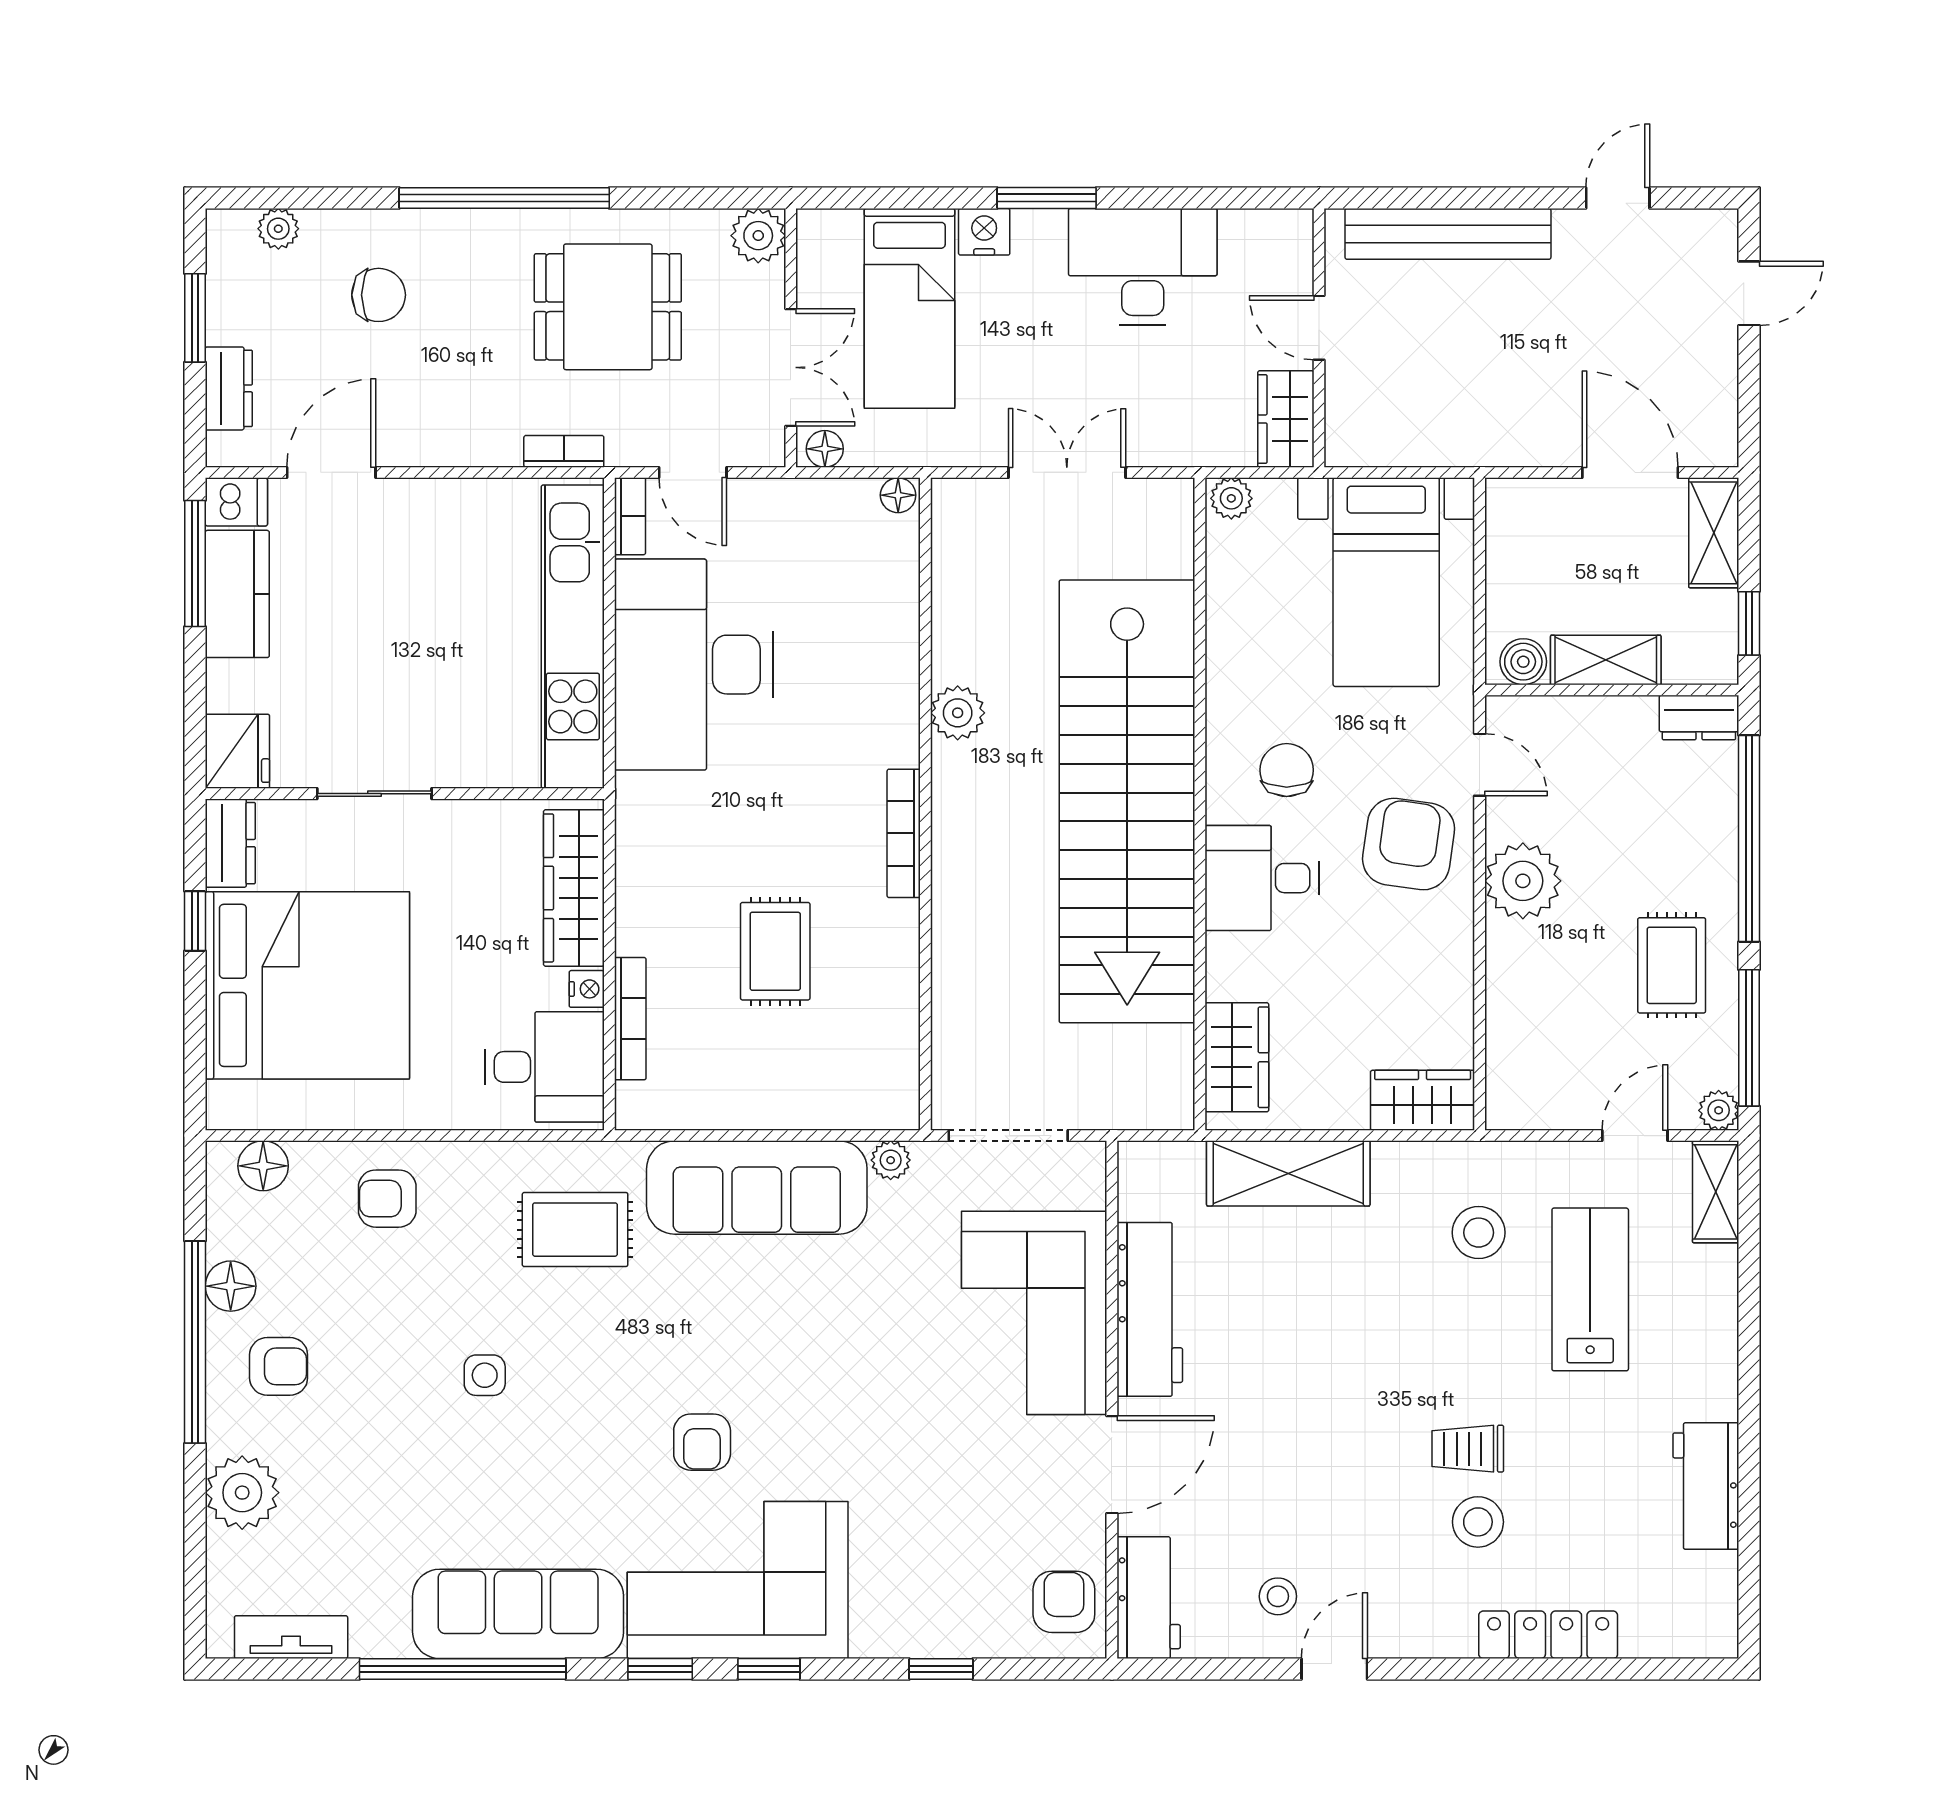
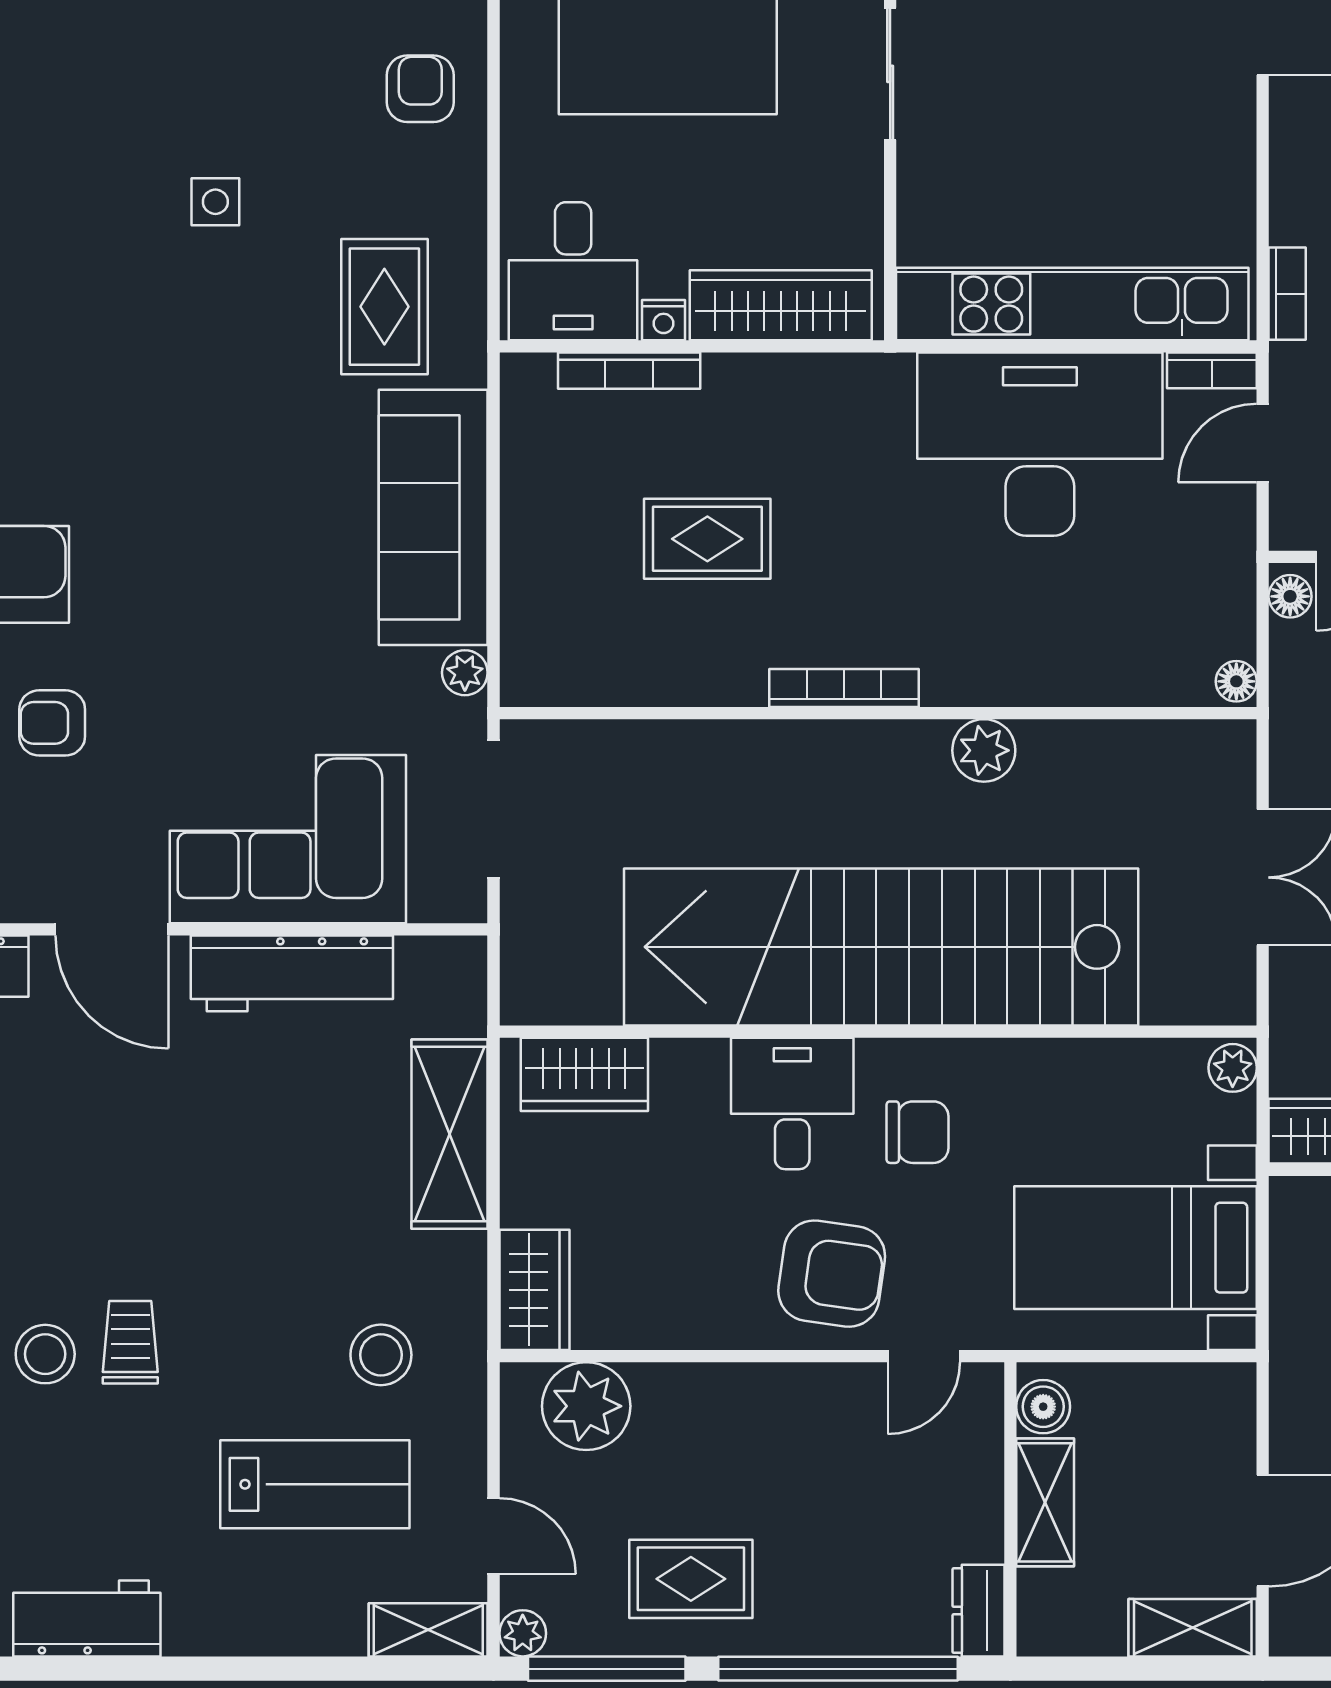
window: (1749, 623) -> (1088, 1669), removed
plant: (1523, 881) -> (586, 1406), moved
armchair: (702, 1442) -> (52, 723), moved

